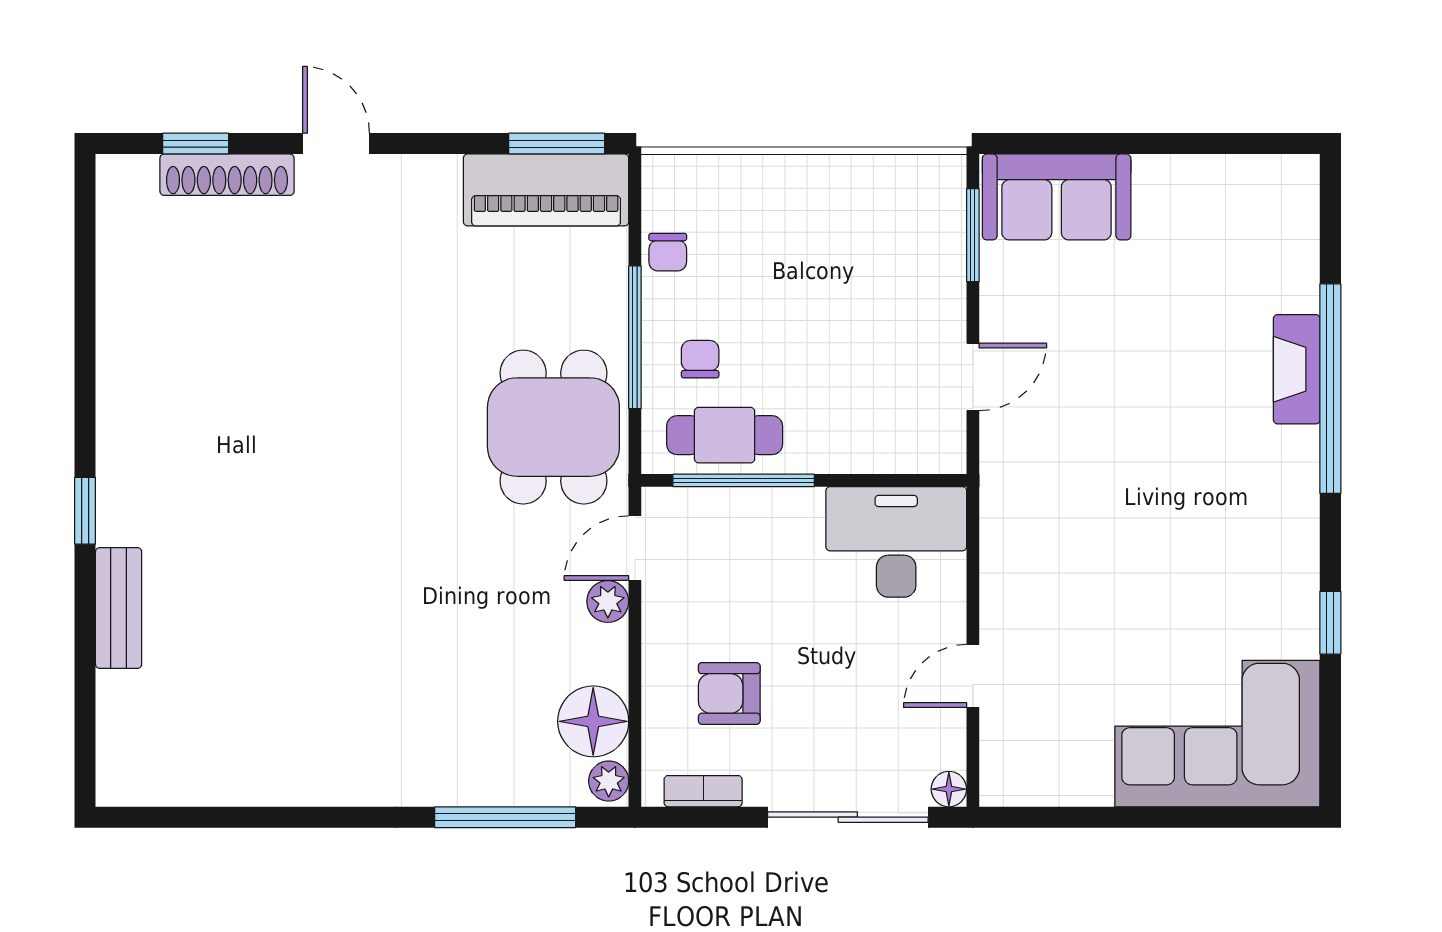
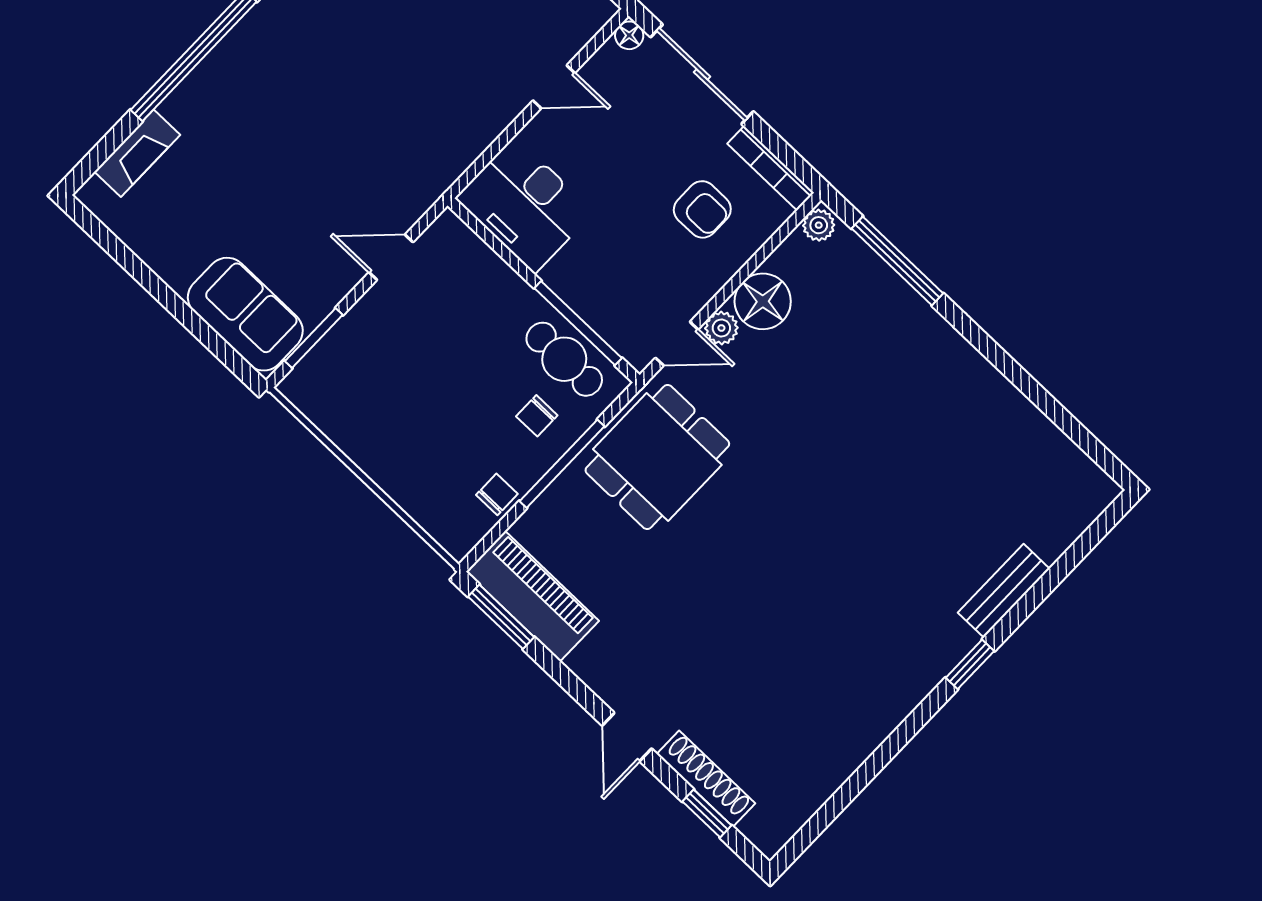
fireplace: (1297, 369) -> (137, 153), moved
floor lamp: (593, 721) -> (763, 301), moved
bookcase: (703, 791) -> (770, 168), width x1.56

